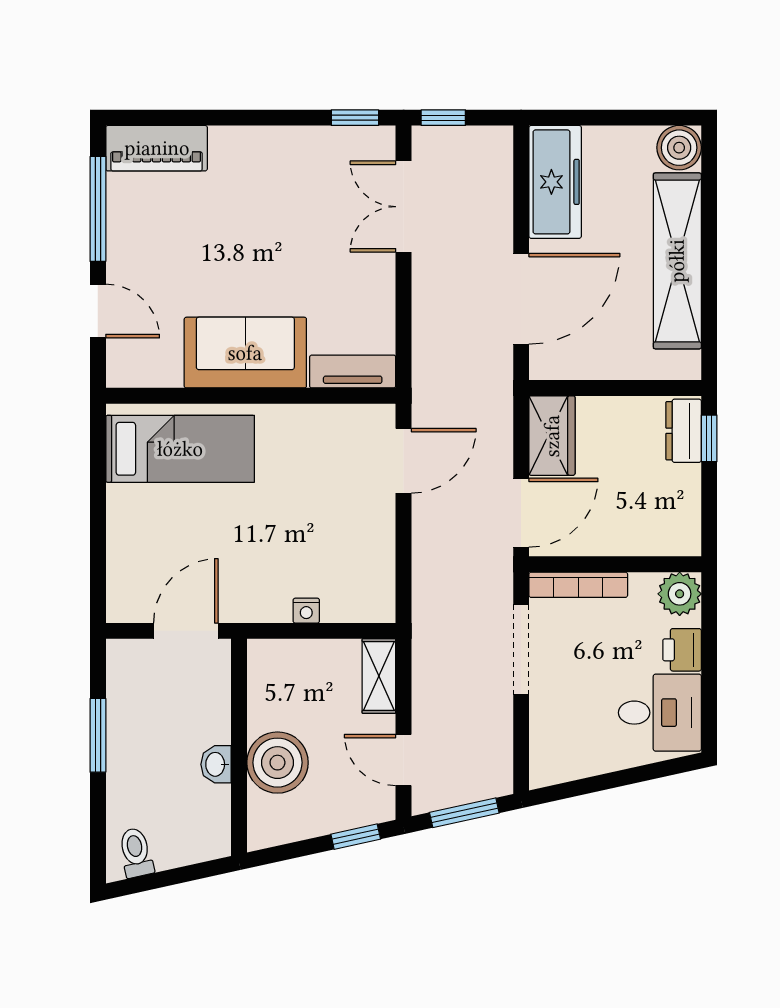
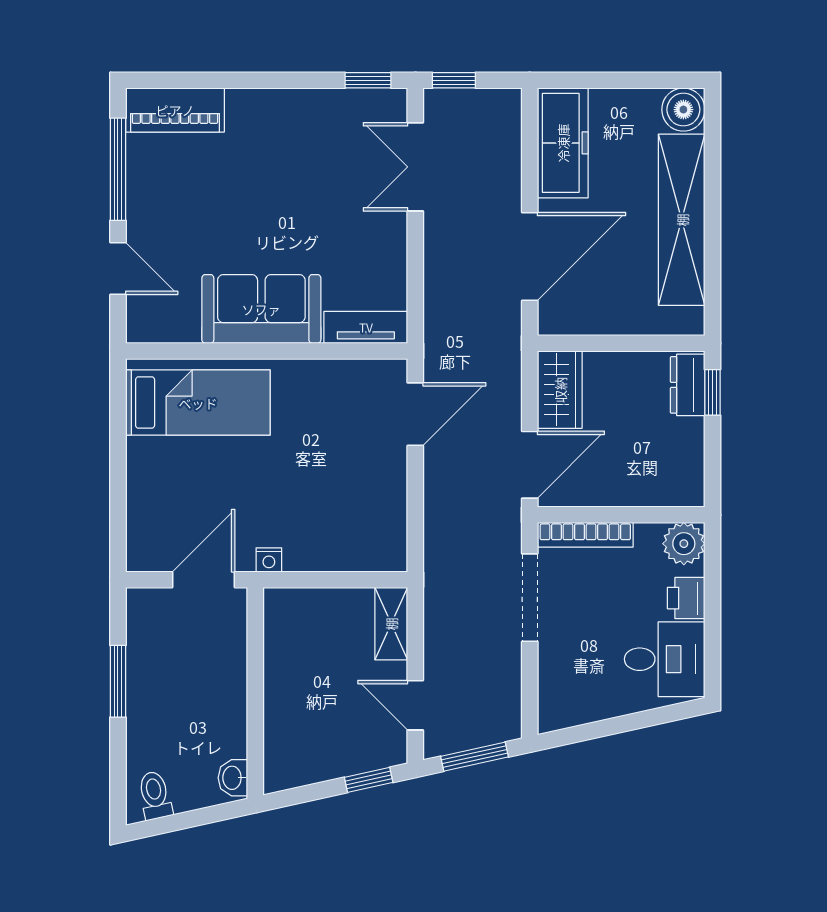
nightstand: (306, 611) -> (269, 560), moved
boiler: (277, 763) -> (293, 708), removed
washbasin: (216, 764) -> (233, 778), moved

